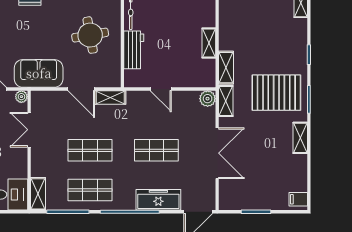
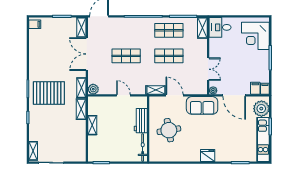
shelving: (300, 138) -> (81, 27), moved
freezer: (158, 200) -> (125, 24), removed

